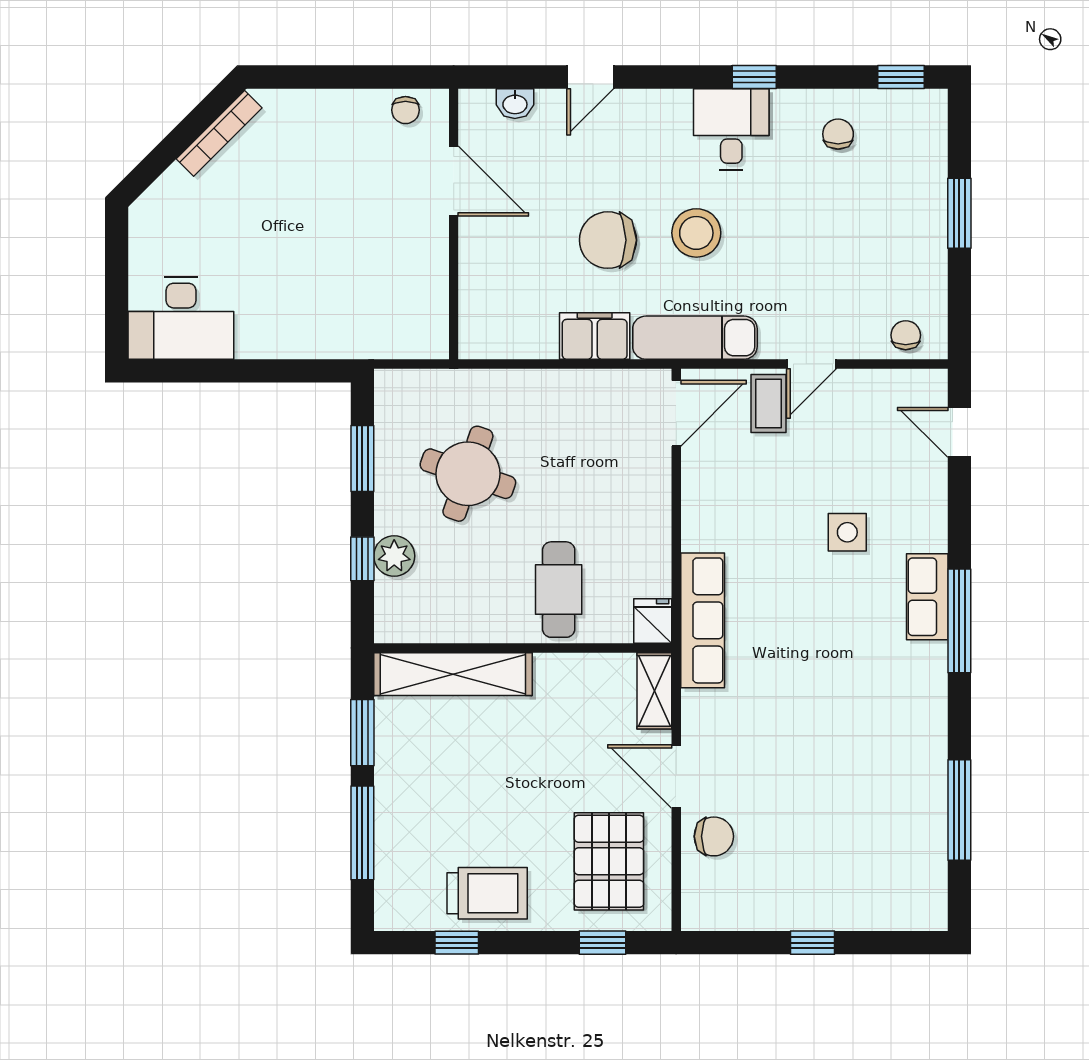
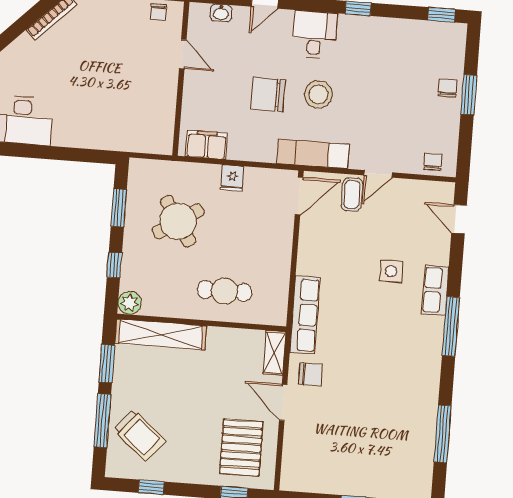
desk: (731, 129) -> (315, 35), moved
chair: (838, 134) -> (447, 88), moved
door: (454, 181) -> (183, 54), width x0.73
filing cabinet: (595, 336) -> (207, 145), moved
round table: (468, 474) -> (178, 221), turned 38
plant: (394, 556) -> (130, 303), moved
cafe table: (559, 590) -> (225, 291), turned 90
row of seats: (927, 597) -> (435, 290), moved
fridge: (653, 621) -> (232, 178), moved, turned 180
chair: (714, 836) -> (310, 374), moved
trolley: (487, 893) -> (139, 435), moved, turned 40

